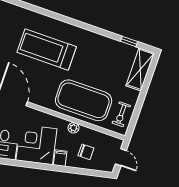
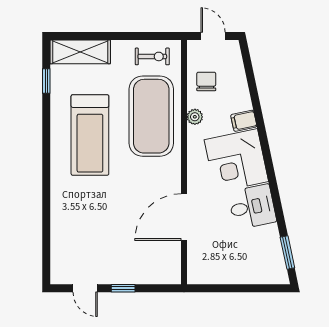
treadmill: (47, 49) -> (90, 135), moved
chair: (86, 152) -> (206, 81), moved
door: (121, 157) -> (213, 36), hinge flipped

